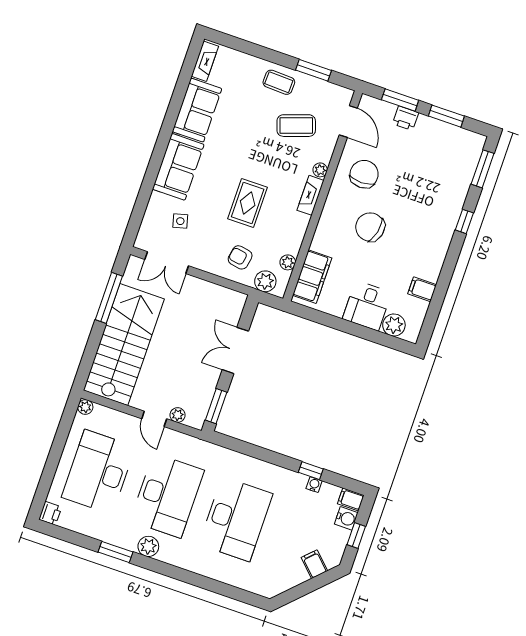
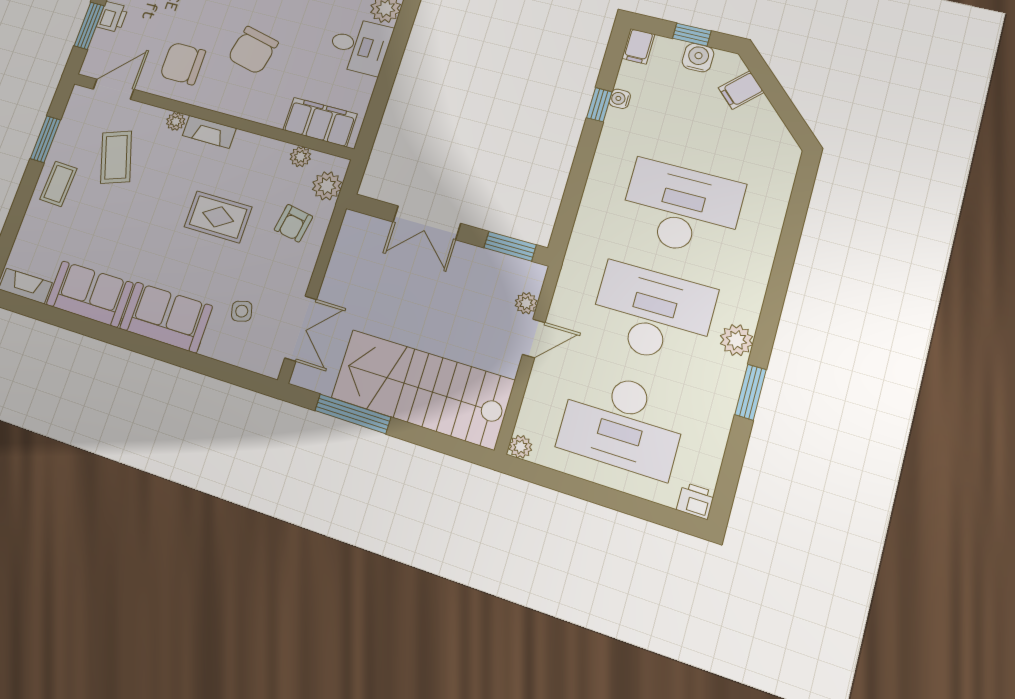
water cooler: (346, 518) -> (698, 58), moved

